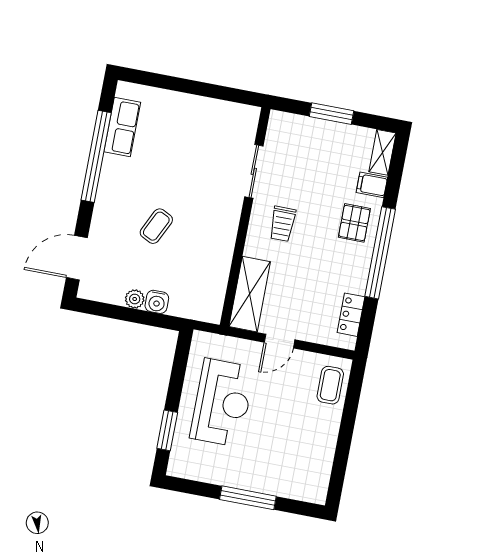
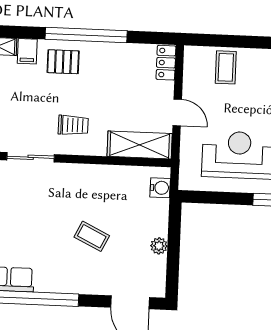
water cooler: (157, 302) -> (160, 188), moved
locker: (351, 315) -> (166, 63), moved, turned 90
coffee table: (330, 385) -> (226, 67), moved, turned 90

